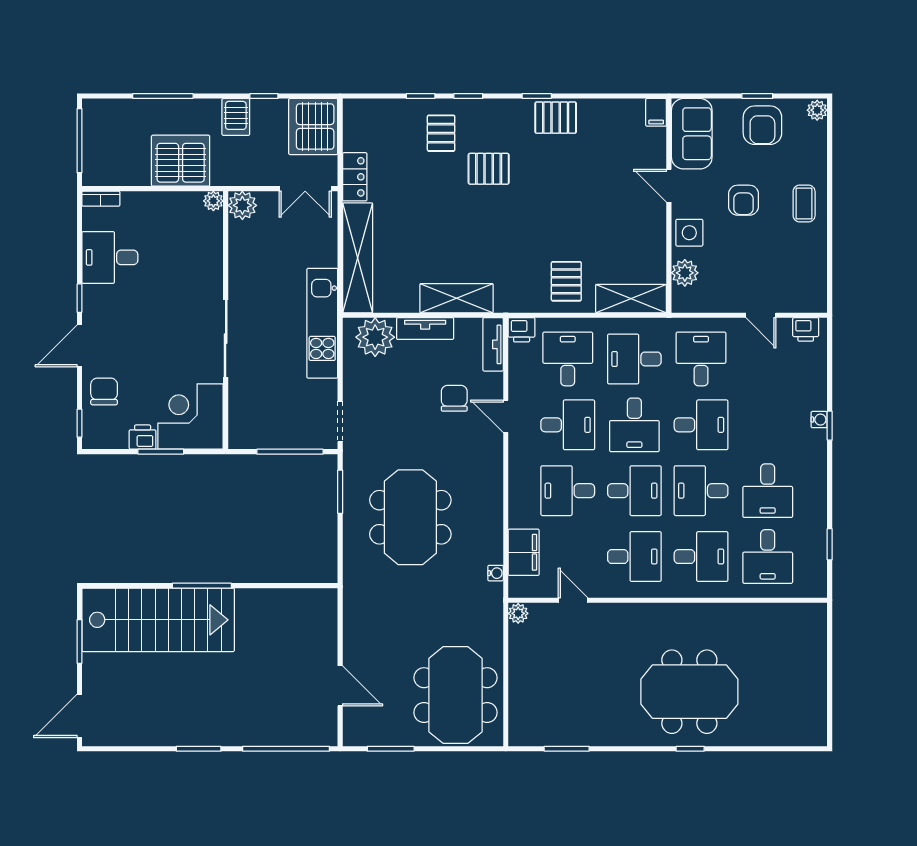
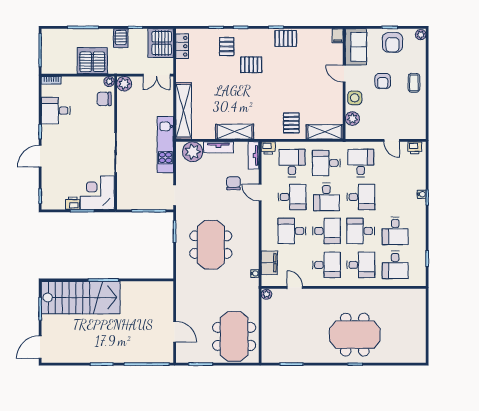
locker: (355, 177) -> (182, 46), moved
chair: (104, 391) -> (104, 99), moved, turned -90

